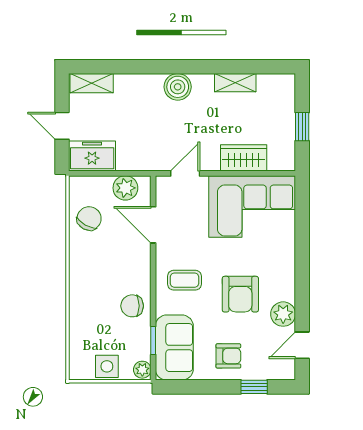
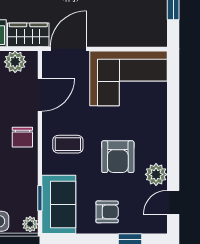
wardrobe: (244, 158) -> (28, 35), moved
door: (185, 173) -> (68, 49), width x1.38
door: (153, 225) -> (40, 95), swing flipped
chair: (132, 306) -> (22, 137), moved, turned -90

